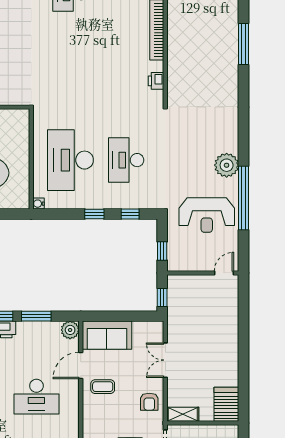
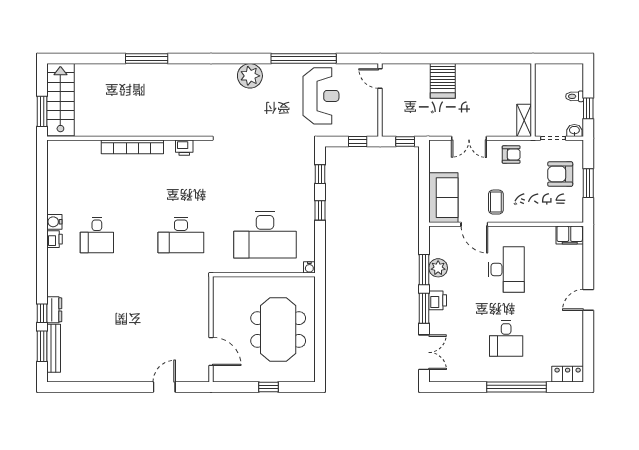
desk: (126, 160) -> (181, 235), moved
plant: (227, 165) -> (250, 76), moved
plant: (70, 330) -> (438, 268), moved
server rack: (226, 404) -> (443, 81), moved, turned -90

